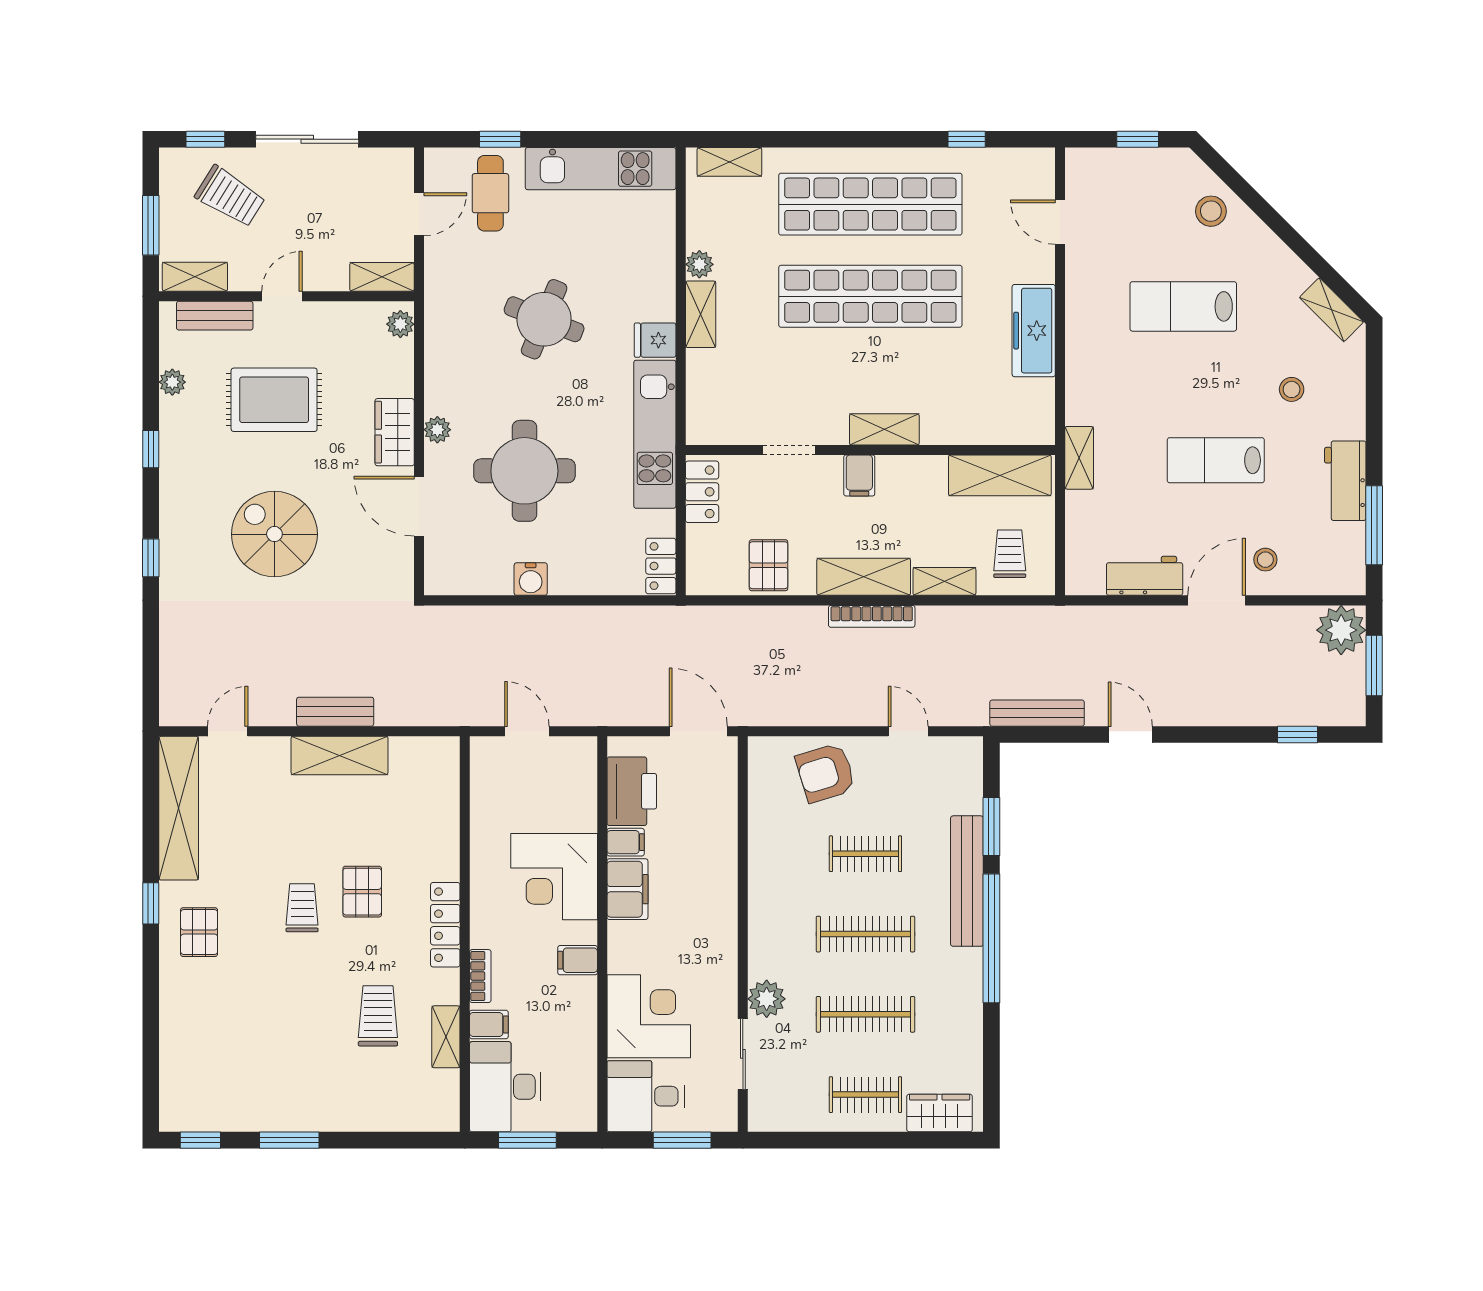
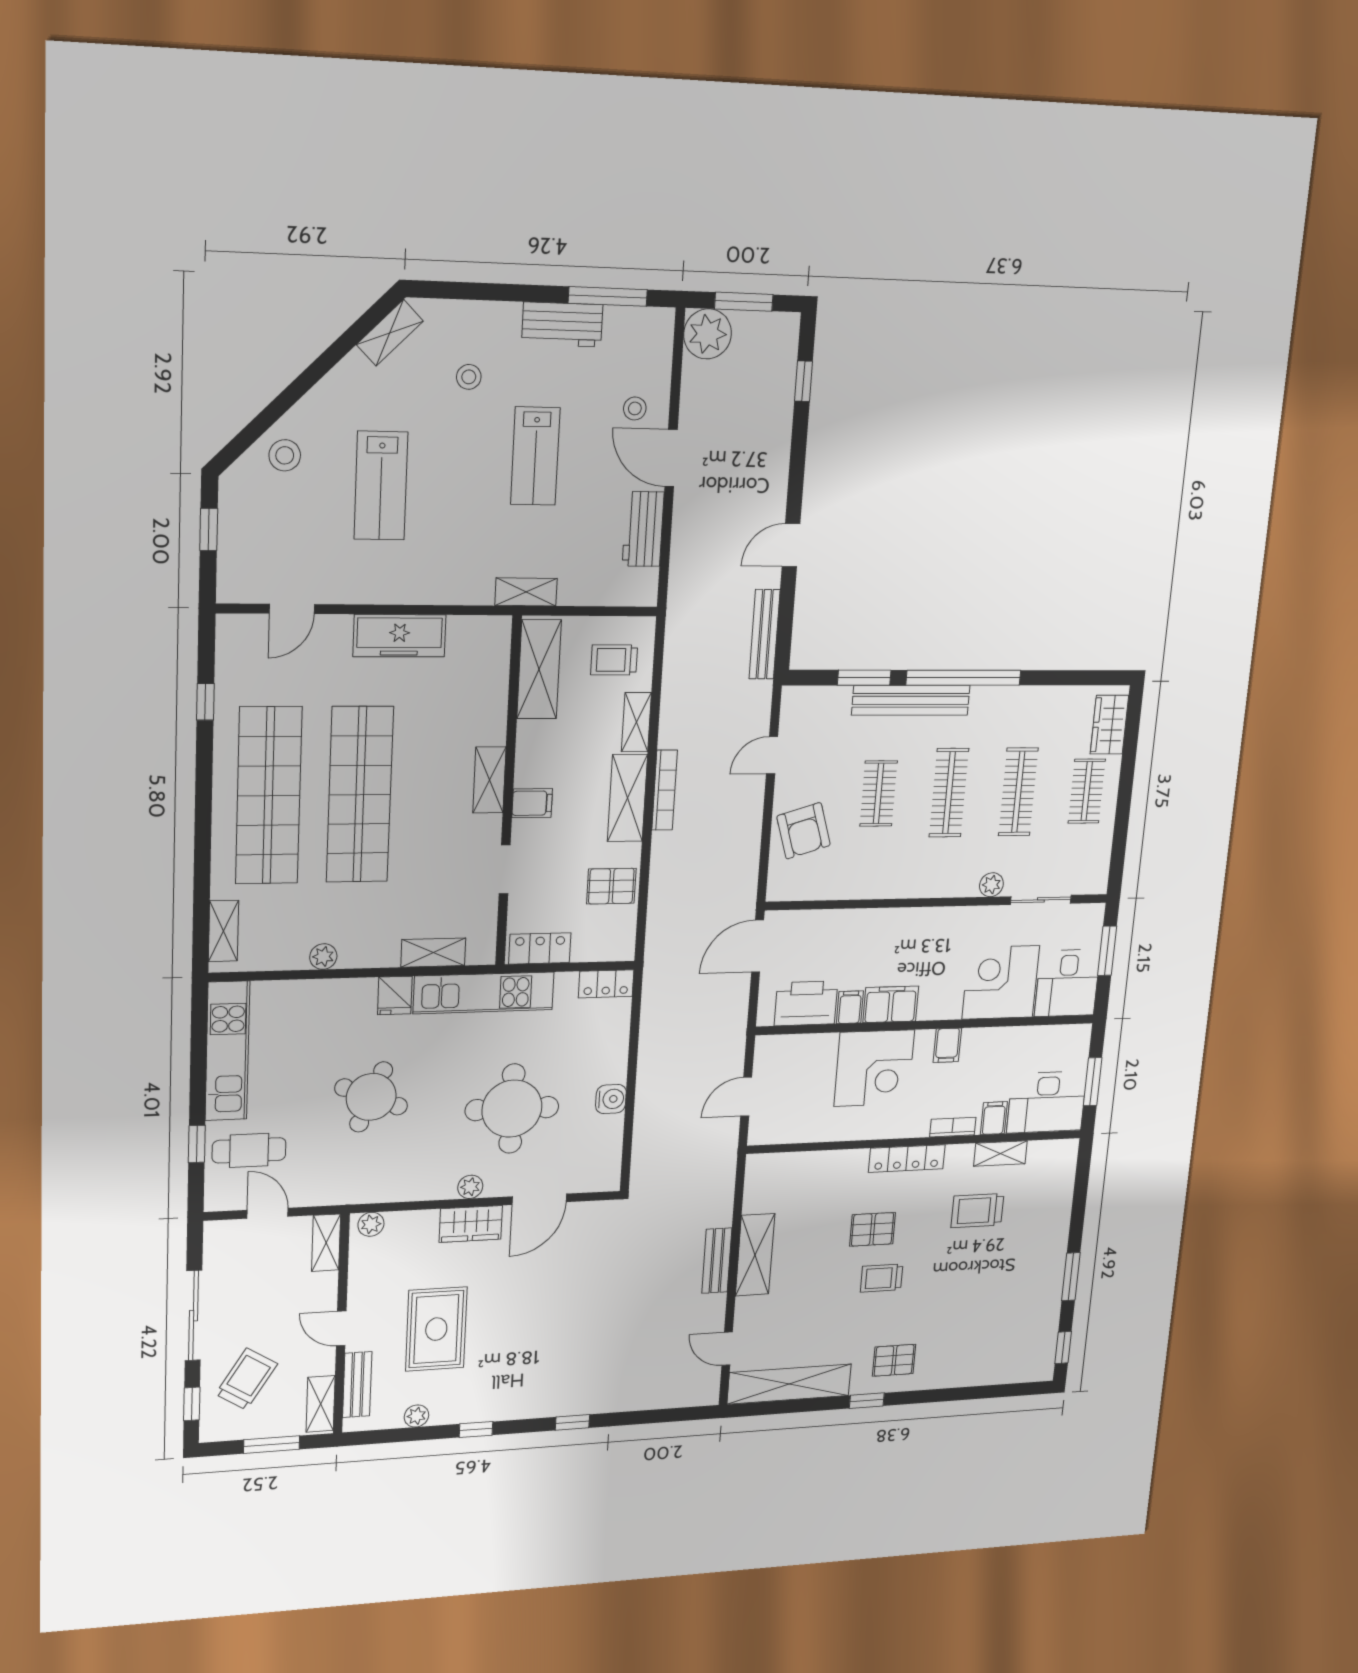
shelving: (701, 314) -> (433, 953), moved
spiral stairs: (274, 534) -> (557, 1321), removed
plant: (767, 999) -> (991, 885), width x0.73, depth x0.73

